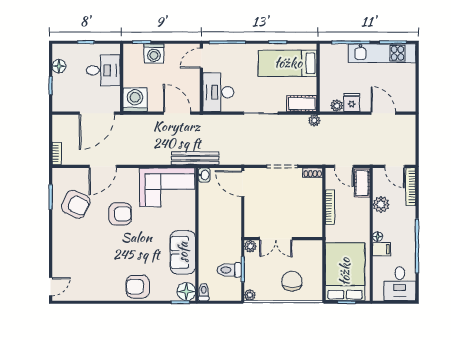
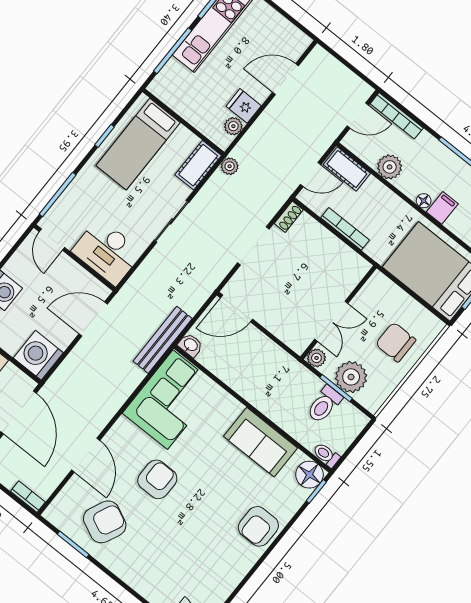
plant: (250, 295) -> (351, 377), moved, width x1.88, depth x1.88

